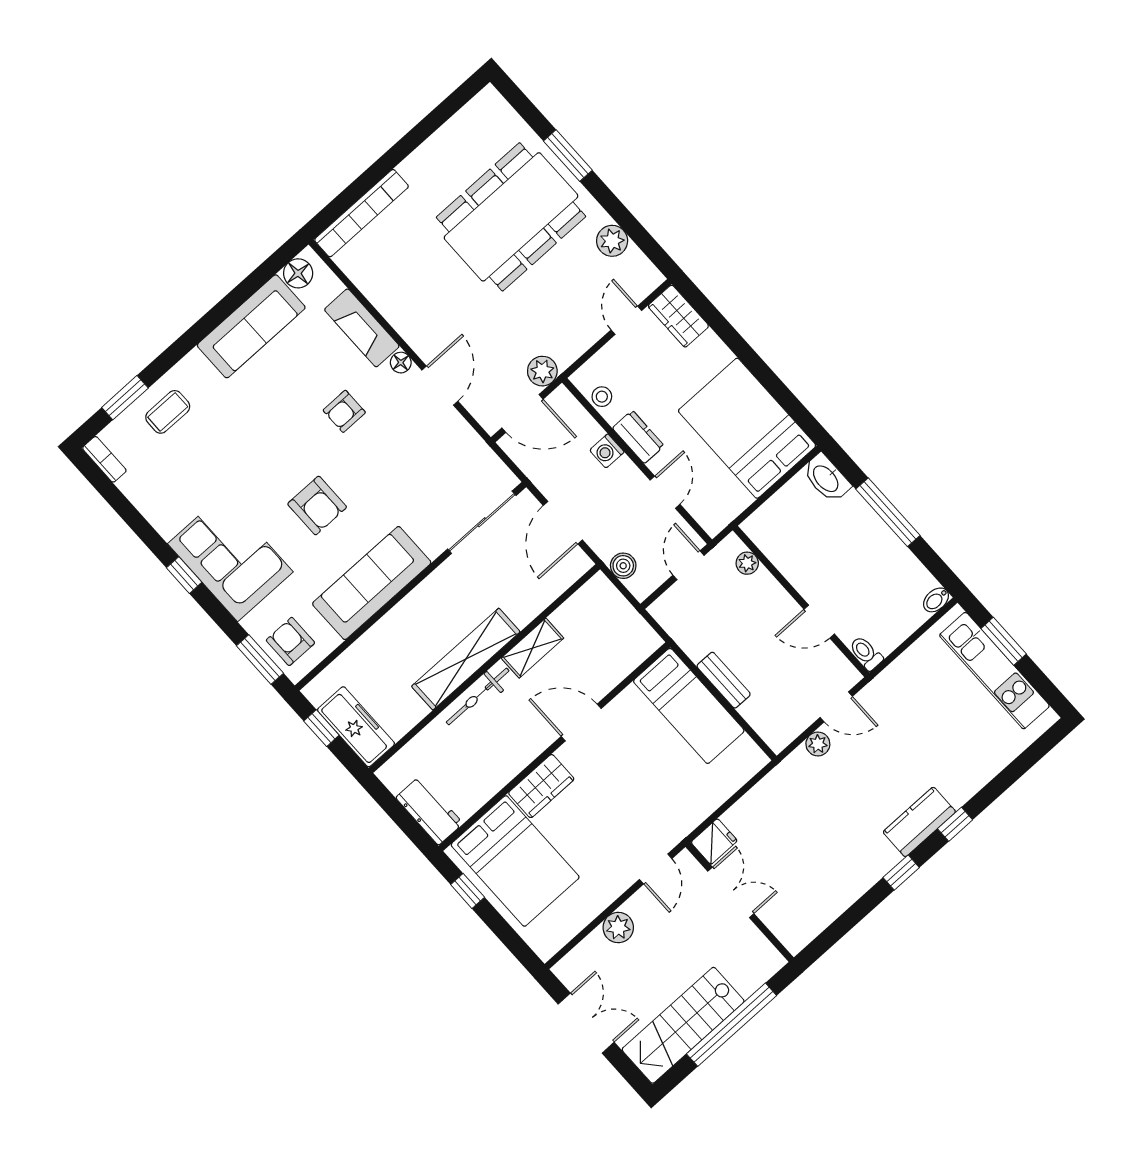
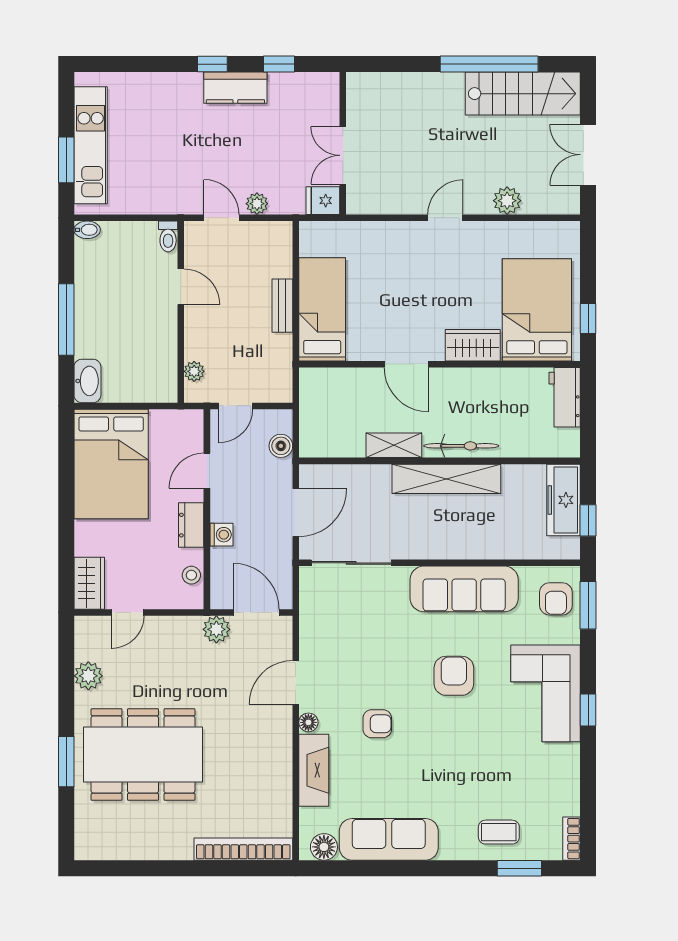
fridge: (714, 841) -> (323, 201), moved
double door: (731, 892) -> (343, 155), moved
wall: (740, 902) -> (343, 143), moved

